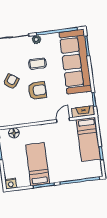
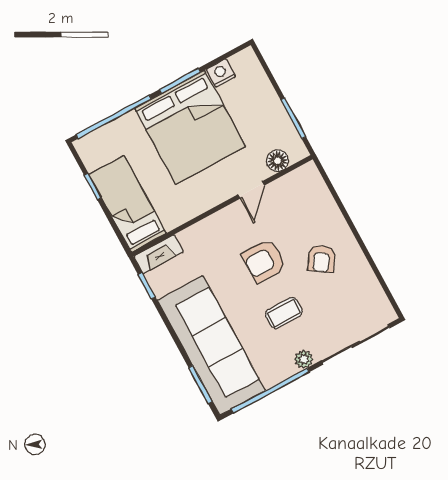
door: (63, 120) -> (251, 190), moved
bed: (38, 164) -> (190, 127), width x2.04
nightstand: (11, 184) -> (221, 73), moved

